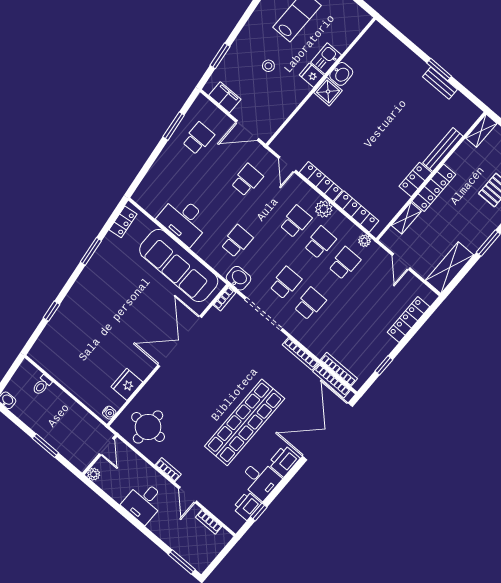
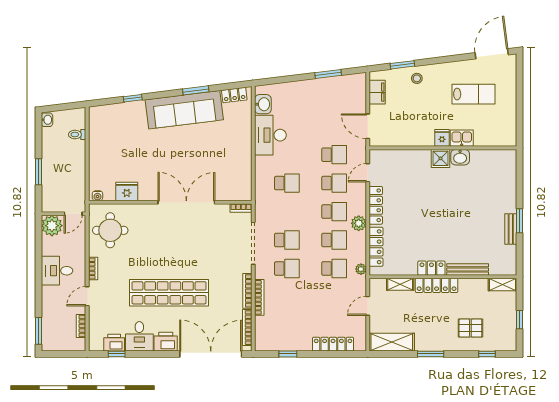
stool: (268, 66) -> (417, 78), moved
school desk: (198, 138) -> (334, 183), moved
sofa: (179, 266) -> (184, 110), moved, turned -97
washbasin: (239, 278) -> (263, 104), moved
bookcase: (339, 369) -> (259, 297), moved
plant: (94, 474) -> (52, 226), width x1.88, depth x1.88

